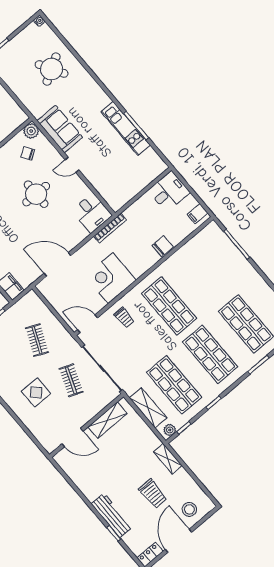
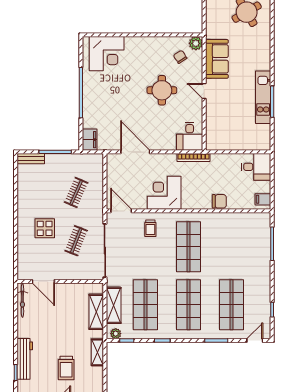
shelving: (107, 420) -> (96, 312), moved, turned 90
bicycle: (68, 468) -> (22, 300), added

